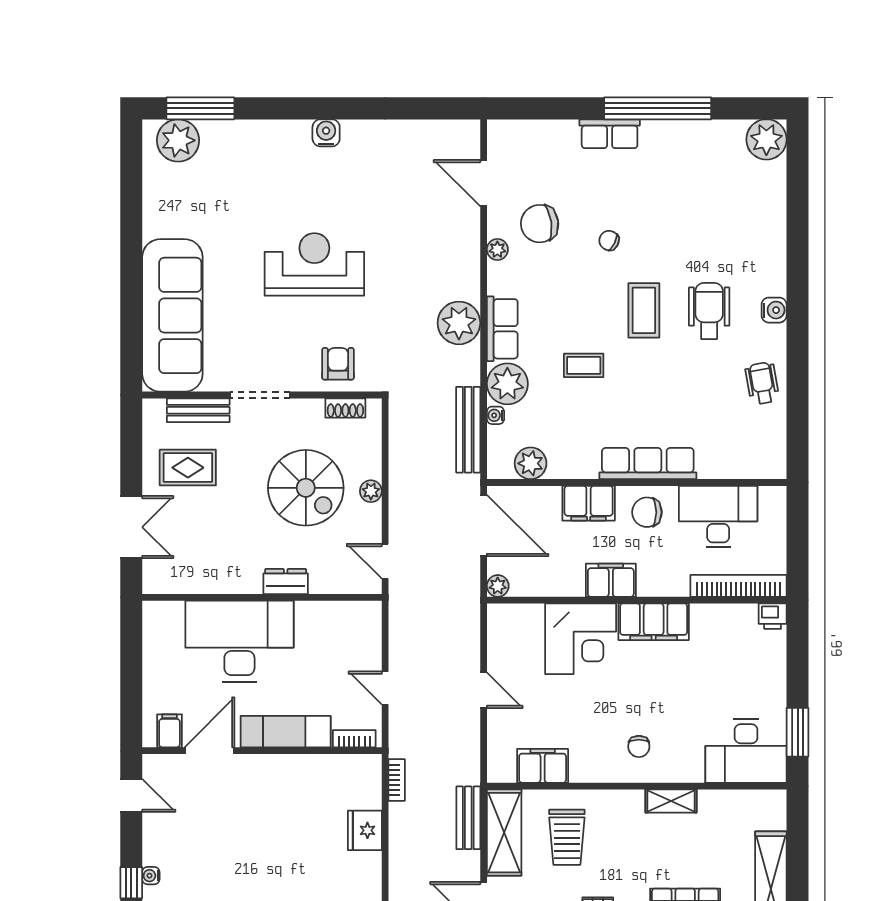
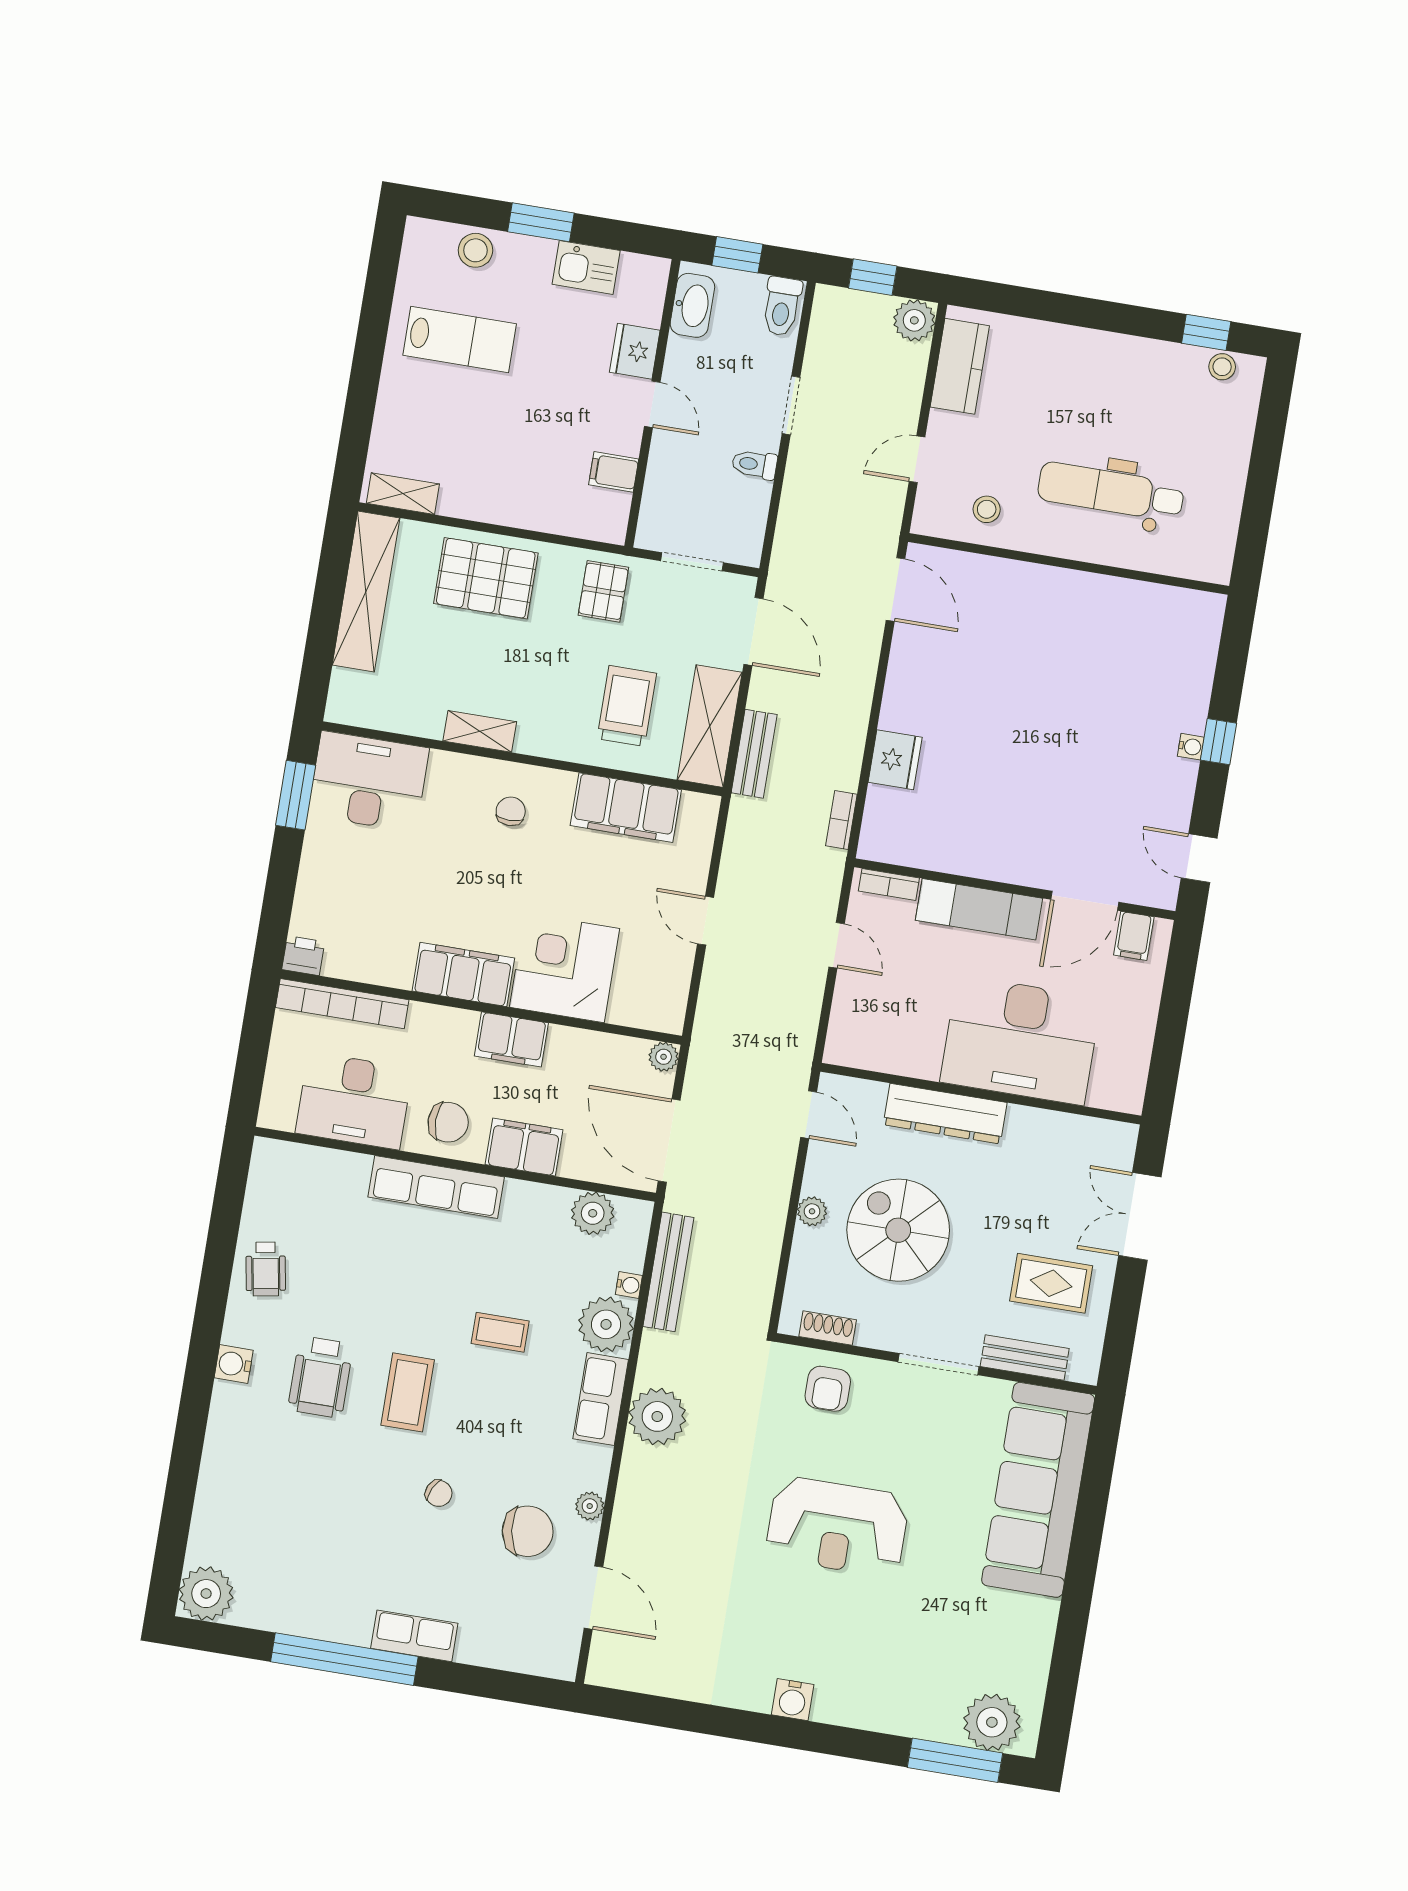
dresser: (286, 582) -> (945, 1114), width x1.96, depth x1.24
filing cabinet: (543, 766) -> (626, 808), width x1.50, depth x1.17

